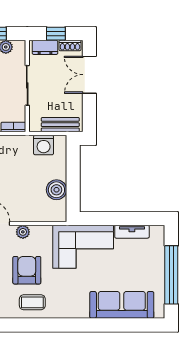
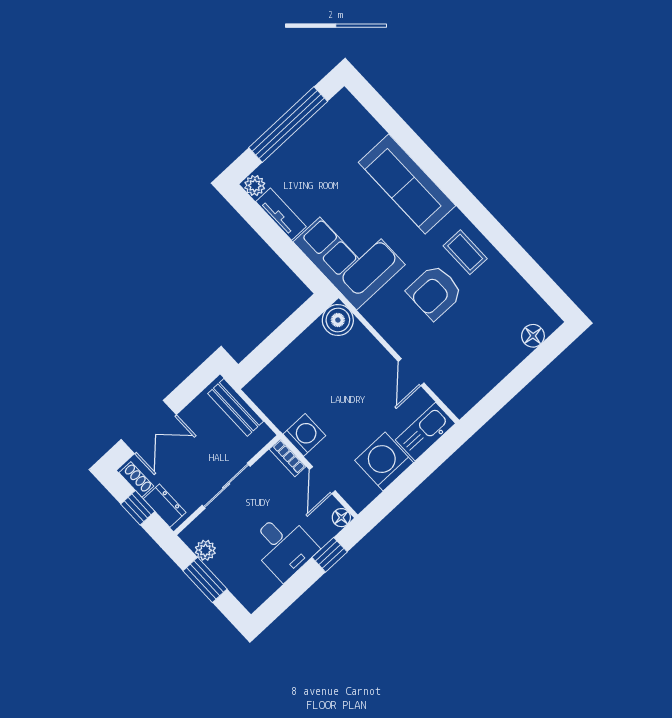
washing machine: (44, 145) -> (304, 435), moved
boiler: (56, 190) -> (338, 320), moved
plant: (23, 232) -> (255, 186), moved
sofa: (122, 305) -> (407, 184), moved

